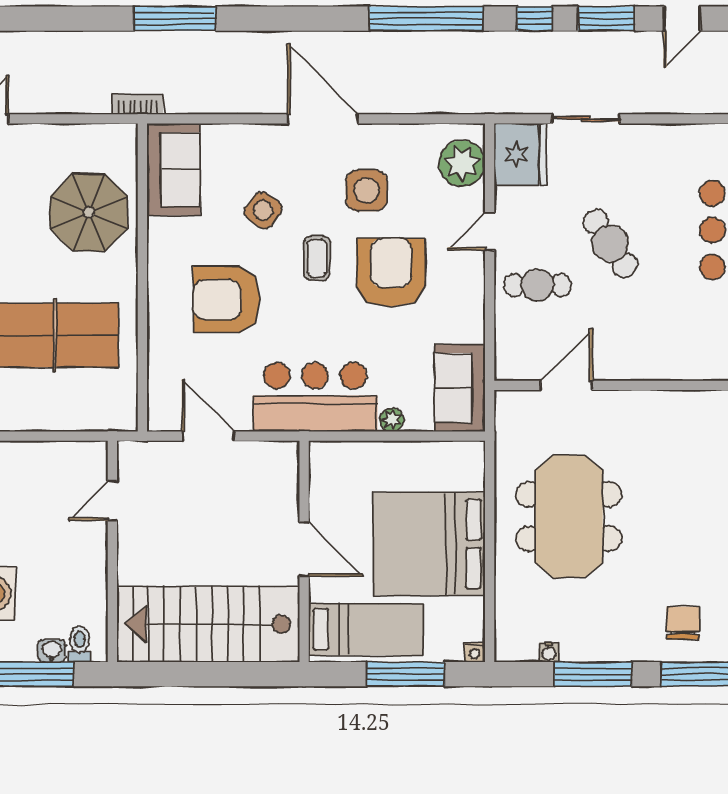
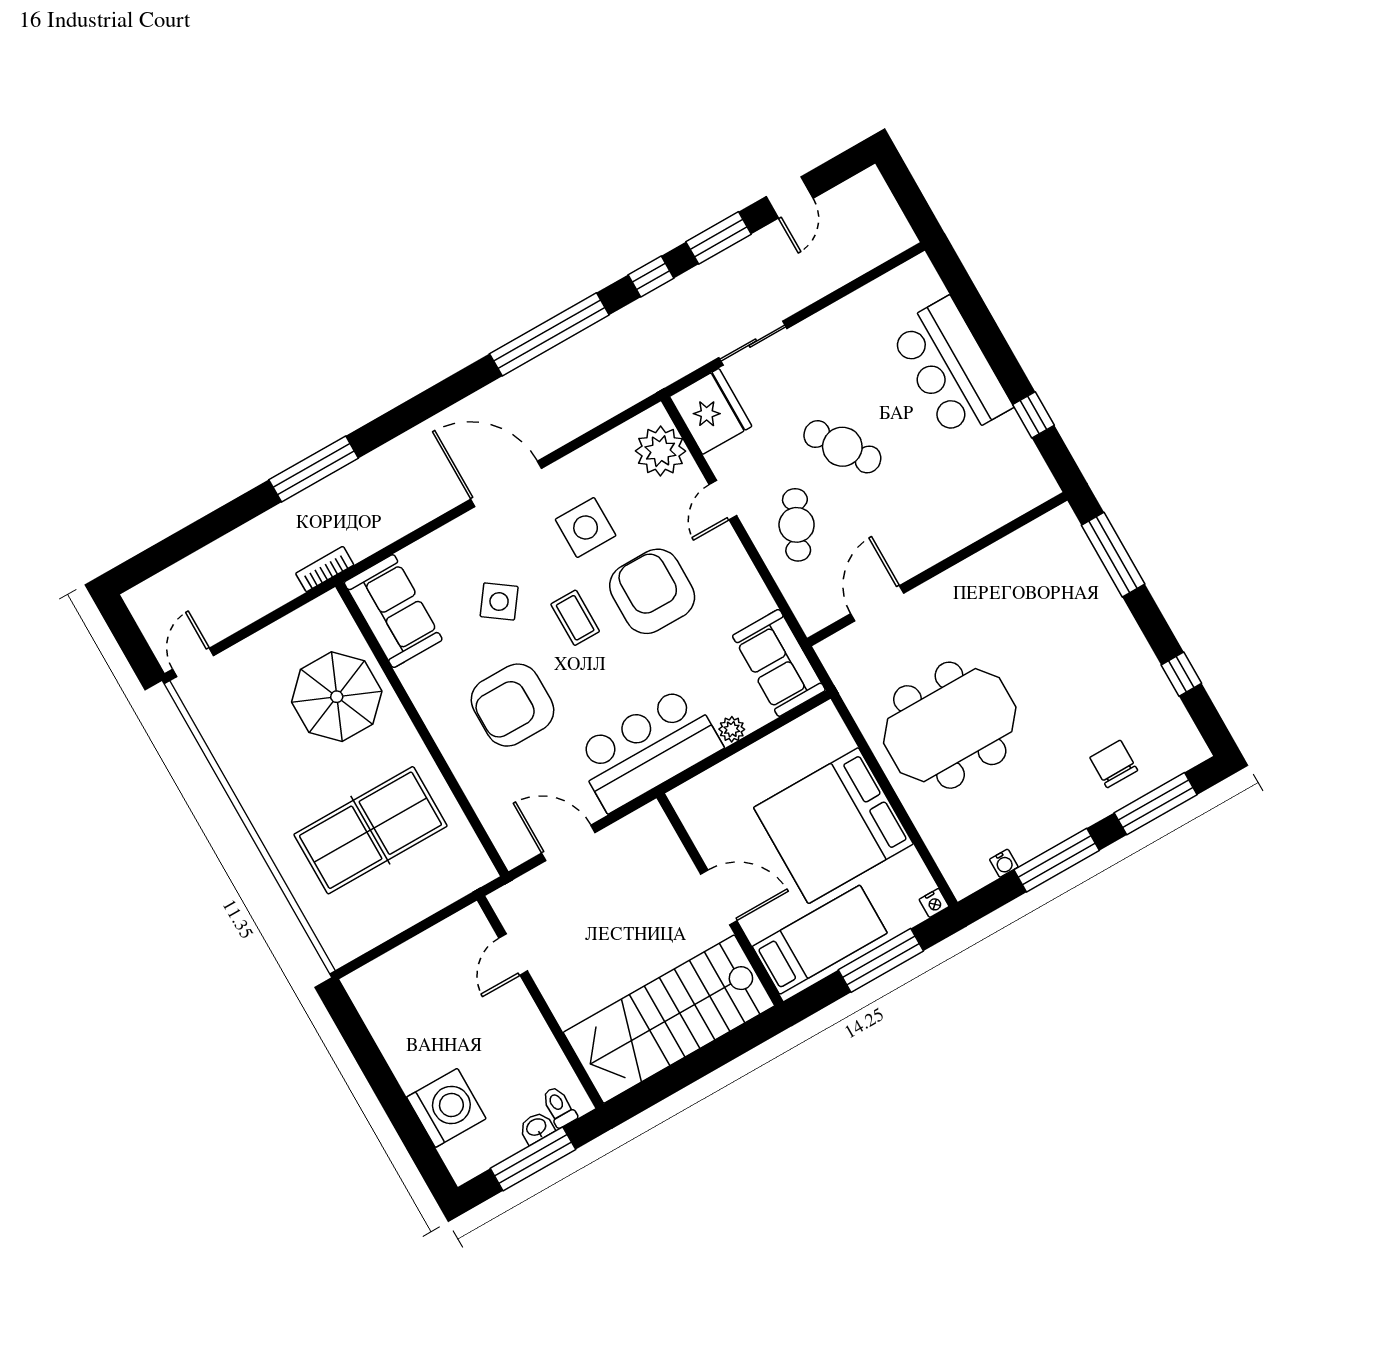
cafe table: (538, 285) -> (797, 525), turned -64
meeting table: (569, 517) -> (950, 725), turned 90

